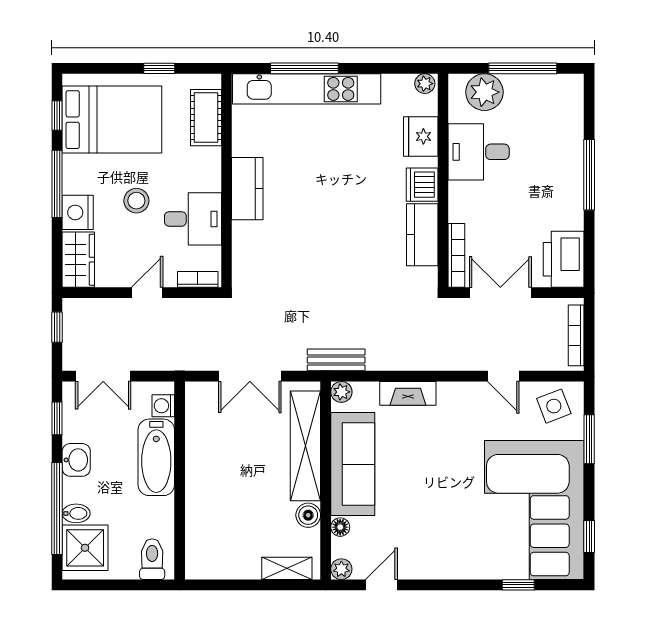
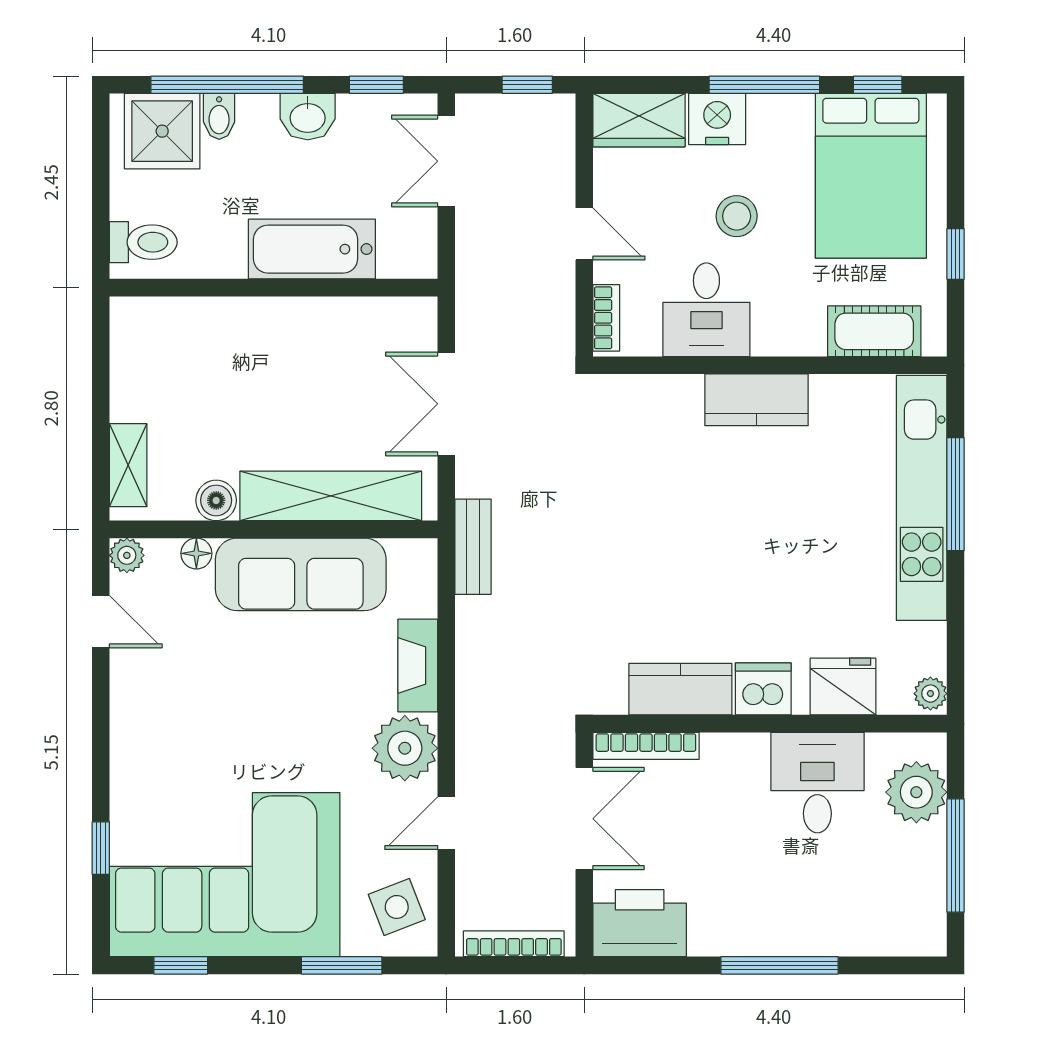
plant: (341, 392) -> (405, 748), moved, width x1.88, depth x1.88
washing machine: (163, 406) -> (397, 261), removed

